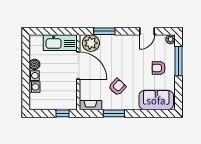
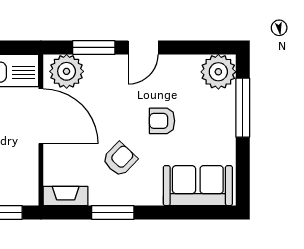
door: (147, 31) -> (143, 47), moved
plant: (171, 39) -> (218, 72), width x1.88, depth x1.88
armchair: (159, 68) -> (162, 121), moved

